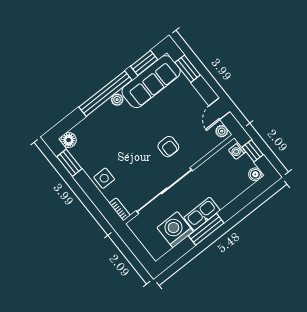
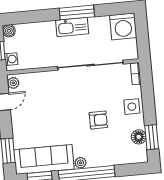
floor lamp: (69, 140) -> (139, 137), moved
armchair: (168, 147) -> (98, 120), moved, turned 90
washing machine: (175, 230) -> (123, 26), moved

